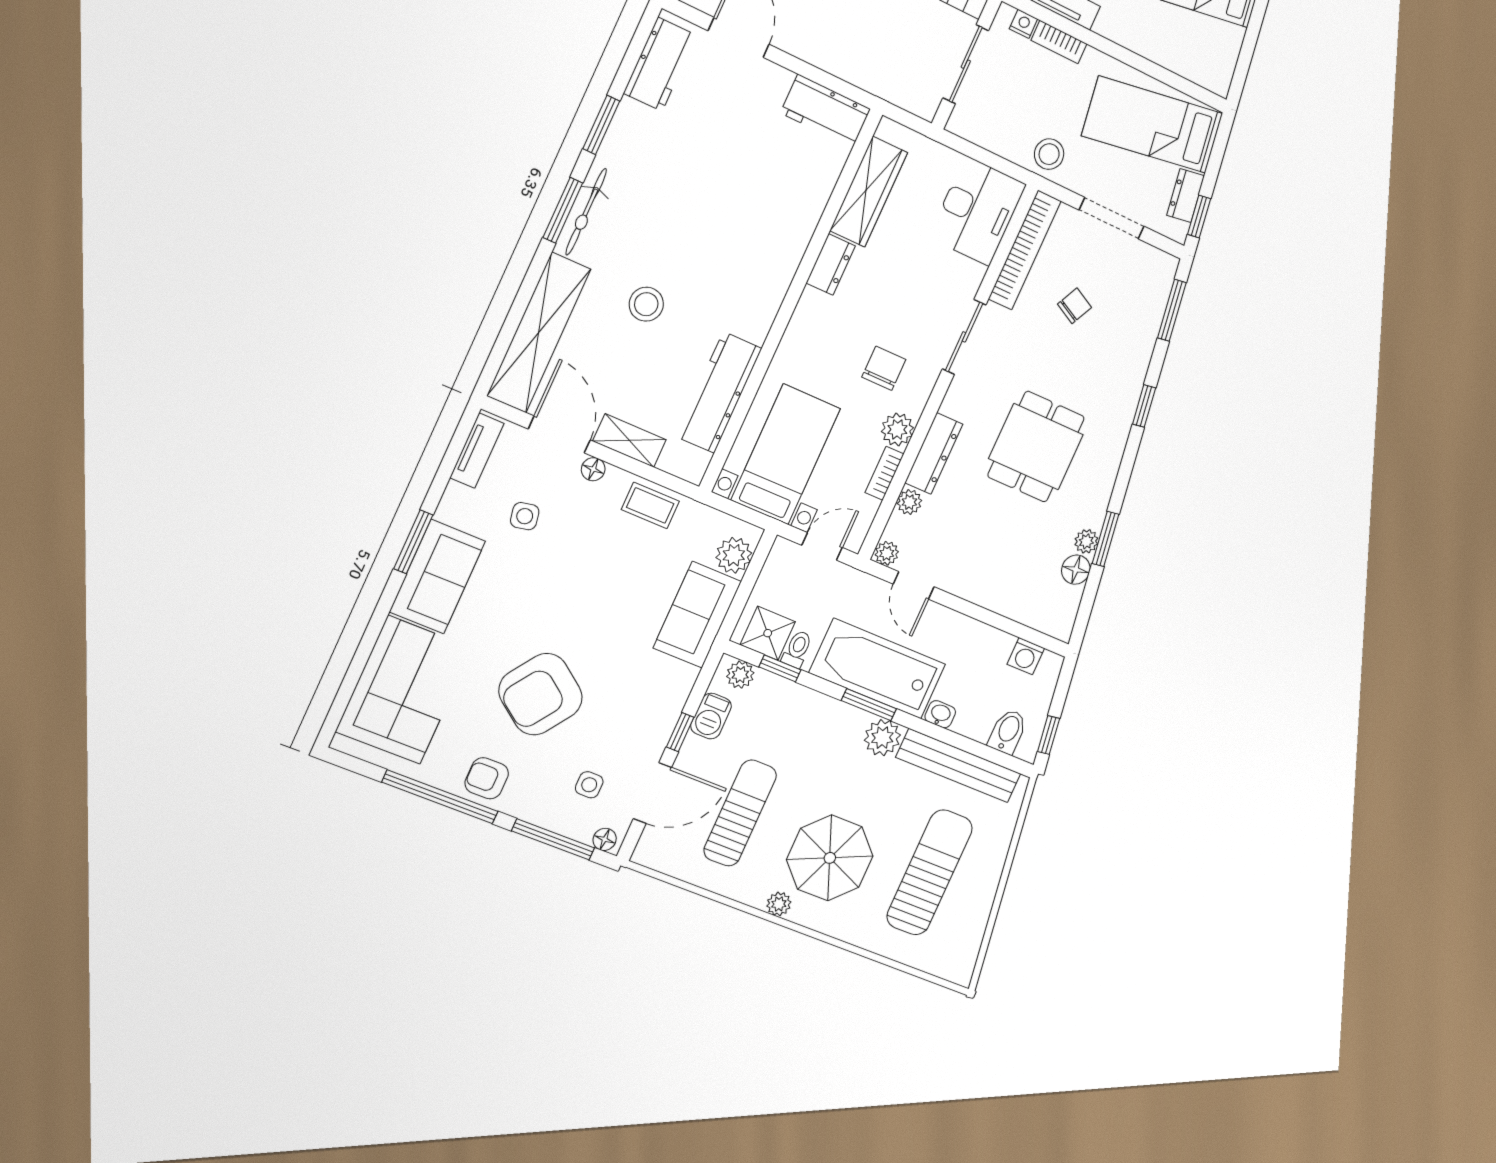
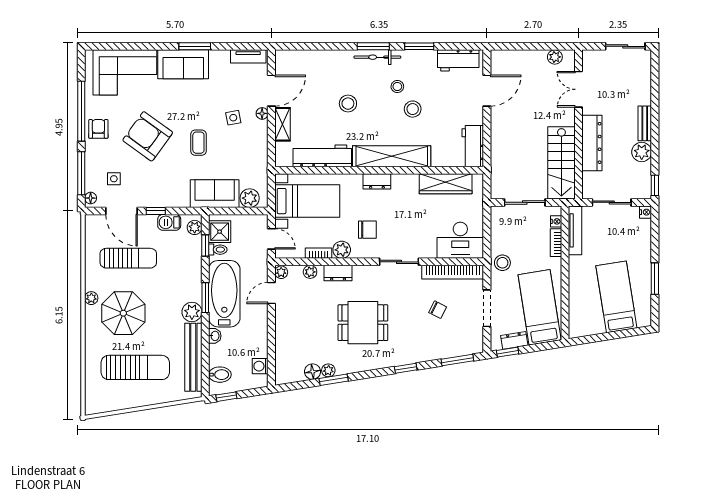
stool: (710, 190) -> (413, 109), added
stool: (657, 199) -> (397, 87), added
dresser: (831, 264) -> (377, 181), moved
shelving: (539, 332) -> (392, 156), moved
dresser: (934, 454) -> (338, 273), width x0.70
coffee table: (650, 505) -> (198, 143), moved
side table: (525, 516) -> (233, 118), moved

